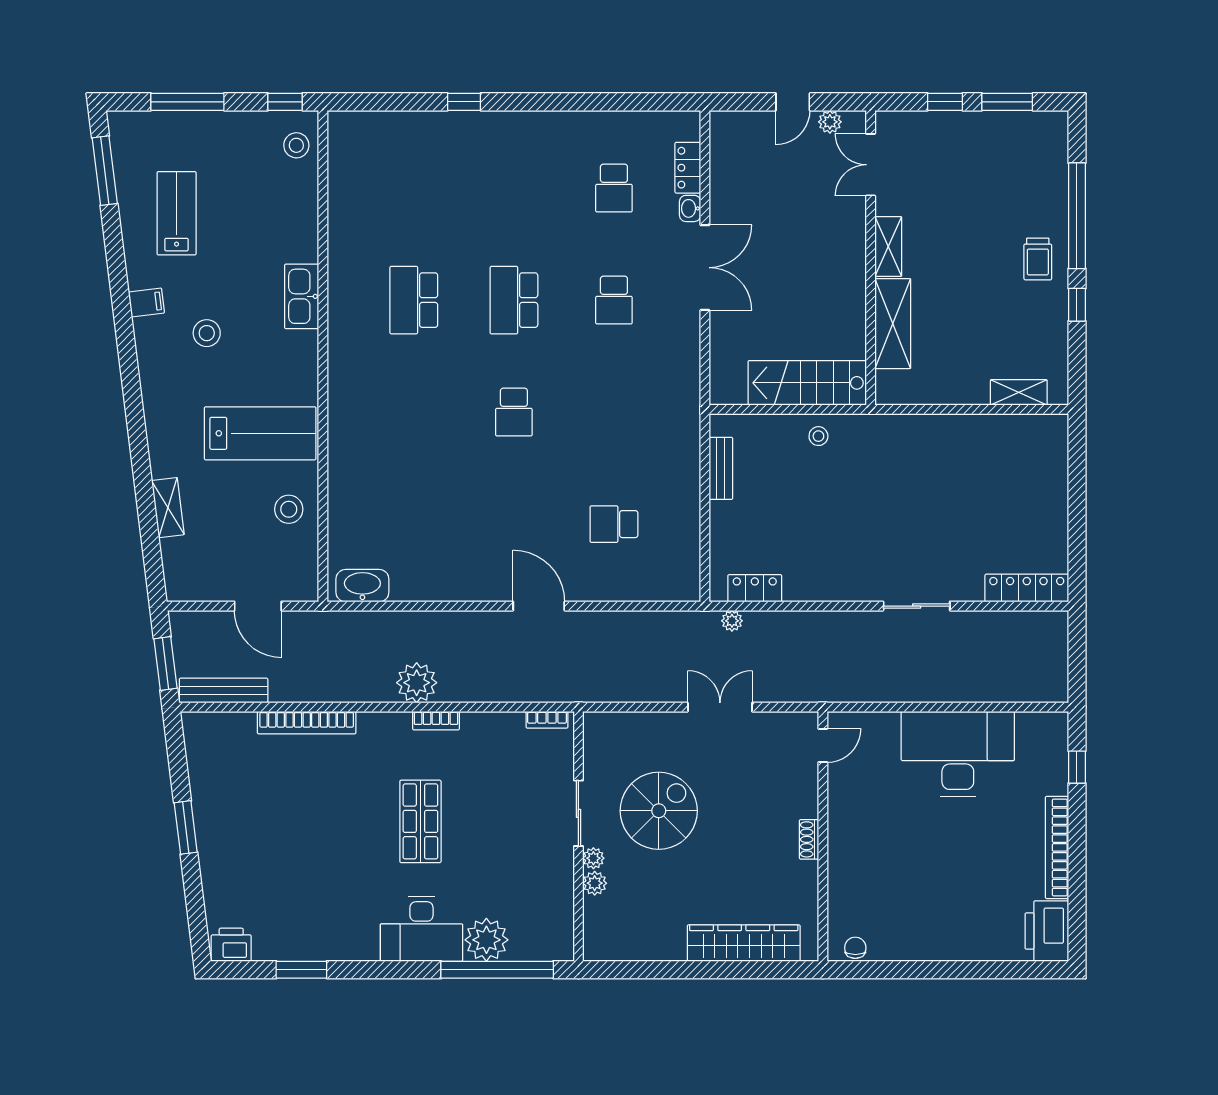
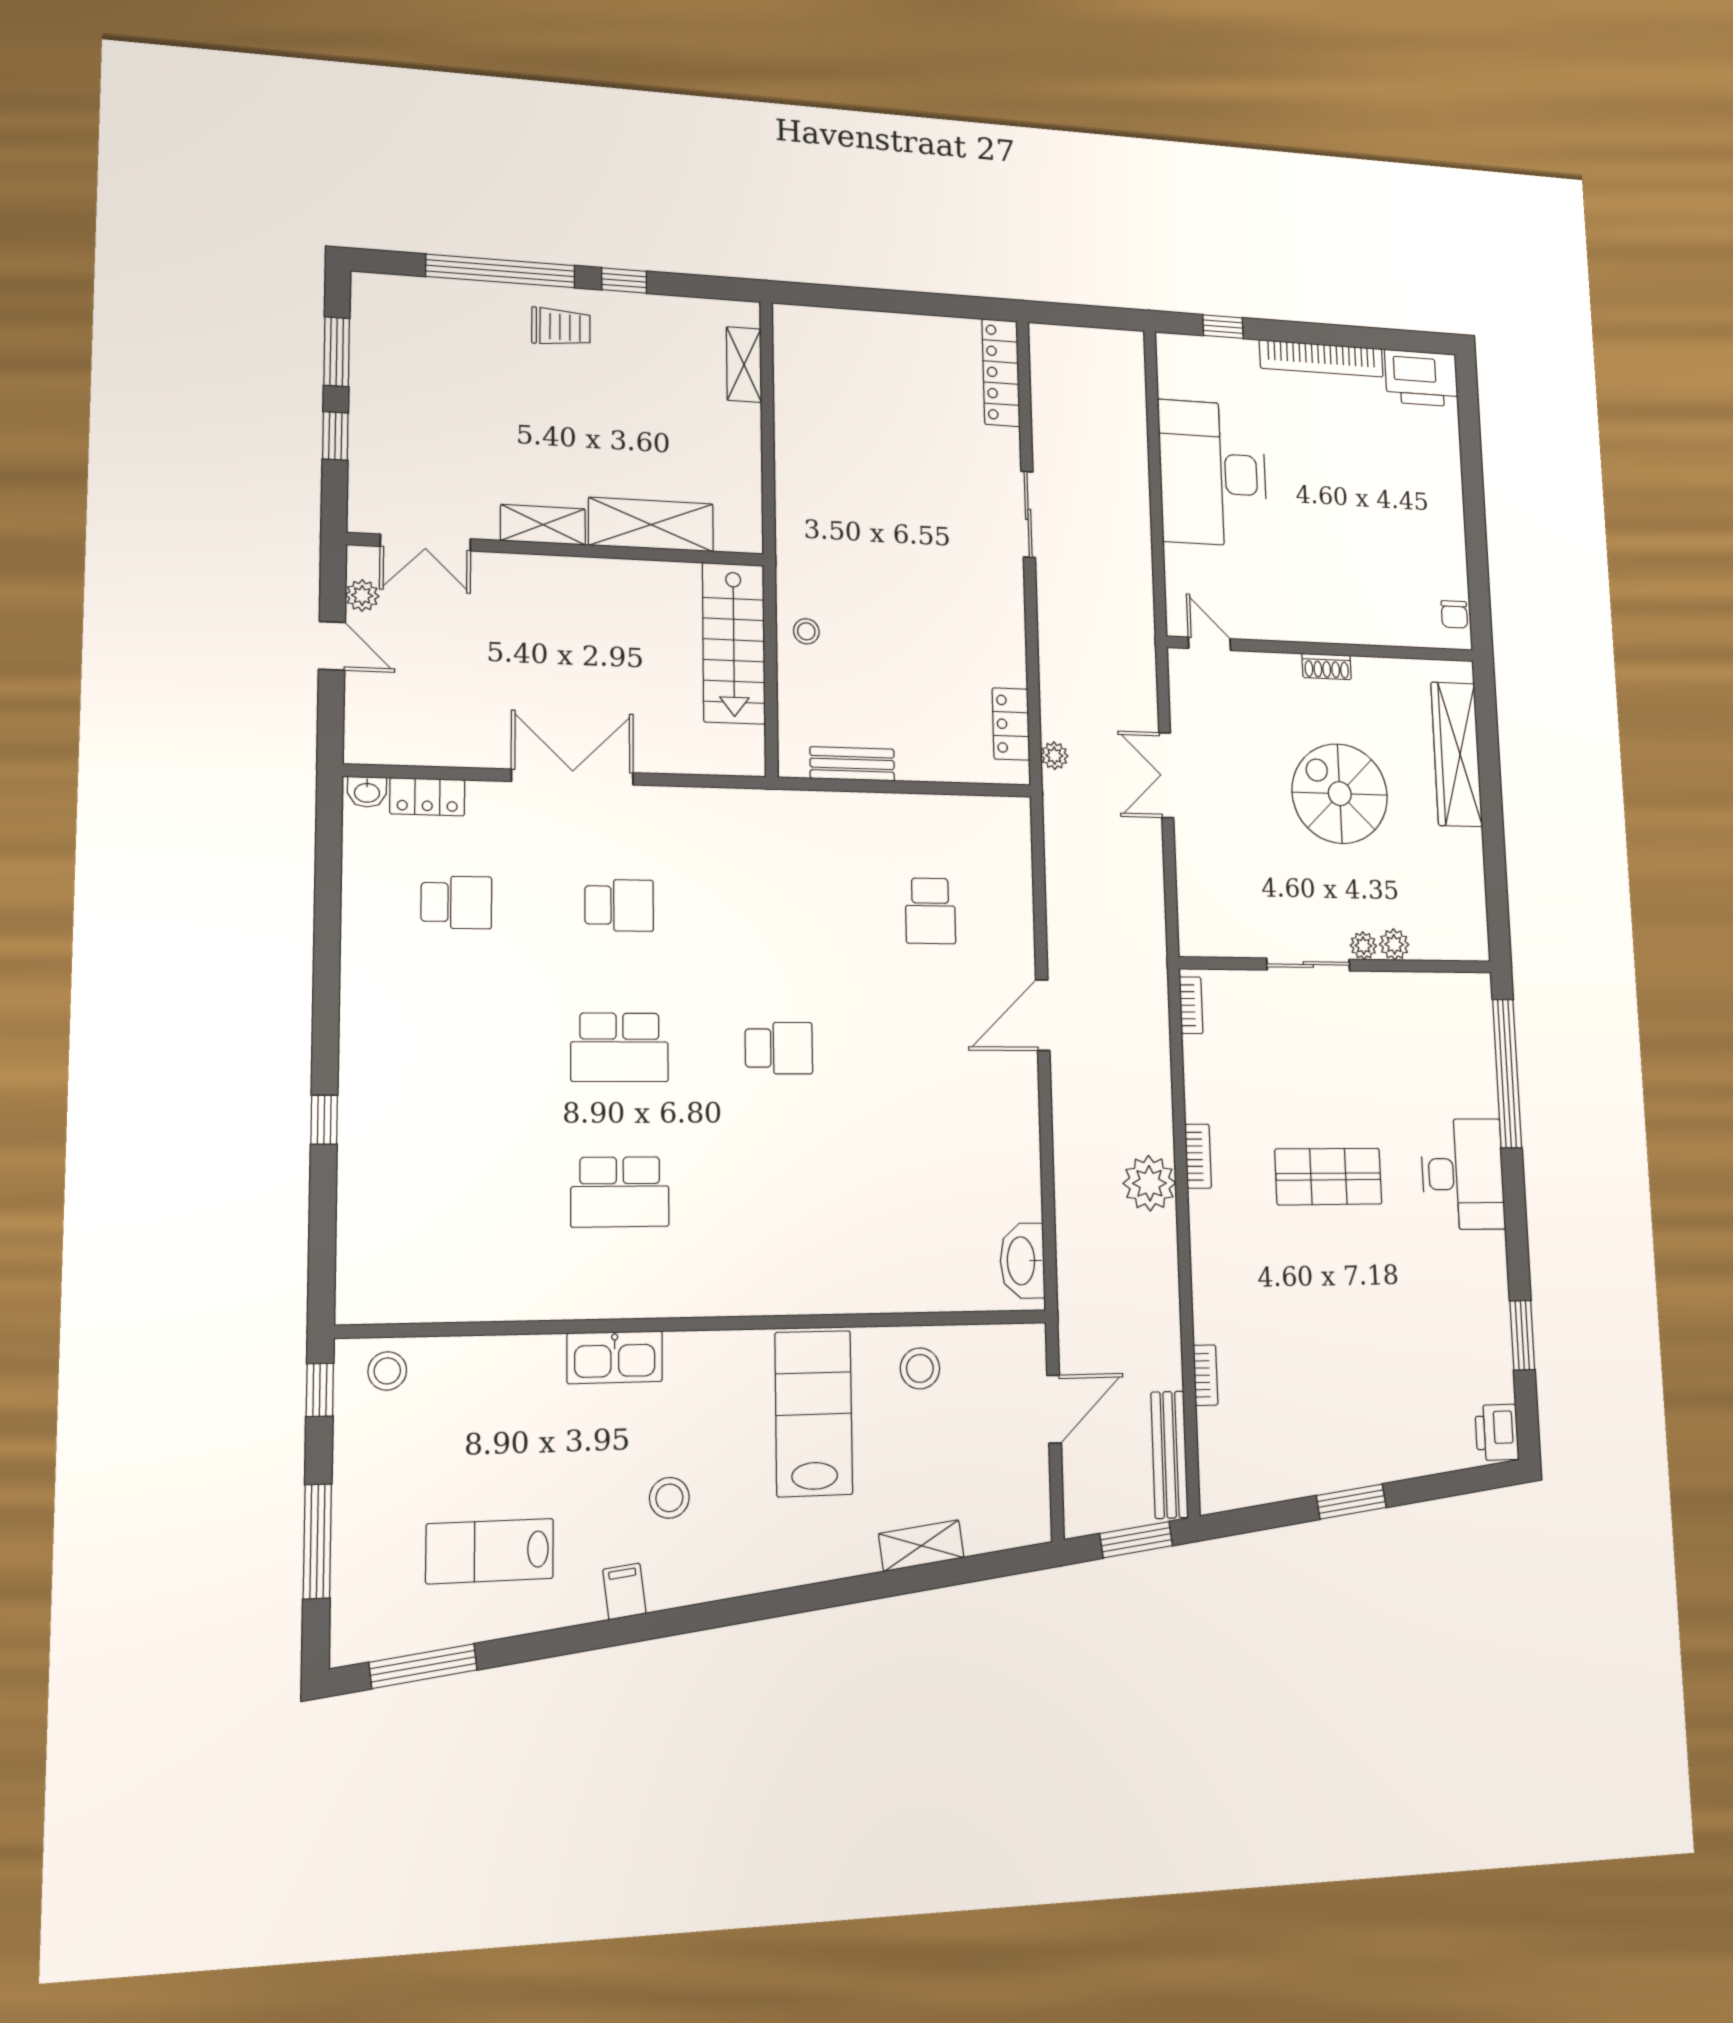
washbasin: (690, 208) -> (367, 792), moved
bookcase: (307, 723) -> (1206, 1375), width x0.43, depth x0.76
spiral stairs: (659, 811) -> (1340, 794), moved
plant: (486, 940) -> (1471, 1087), removed
chair: (855, 948) -> (1454, 614), turned -90

